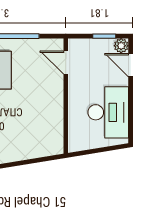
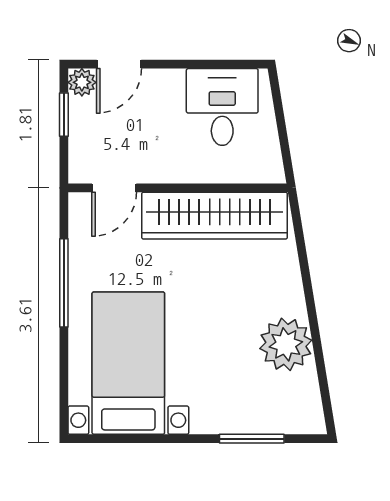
desk: (108, 112) -> (222, 107), width x0.73
wardrobe: (51, 115) -> (215, 216), added

